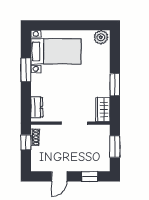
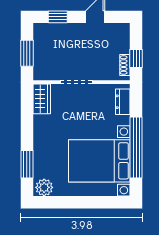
bed with nightstands: (56, 51) -> (99, 161), width x1.36
window: (26, 70) -> (136, 148), width x2.11
window: (115, 85) -> (27, 164), moved

